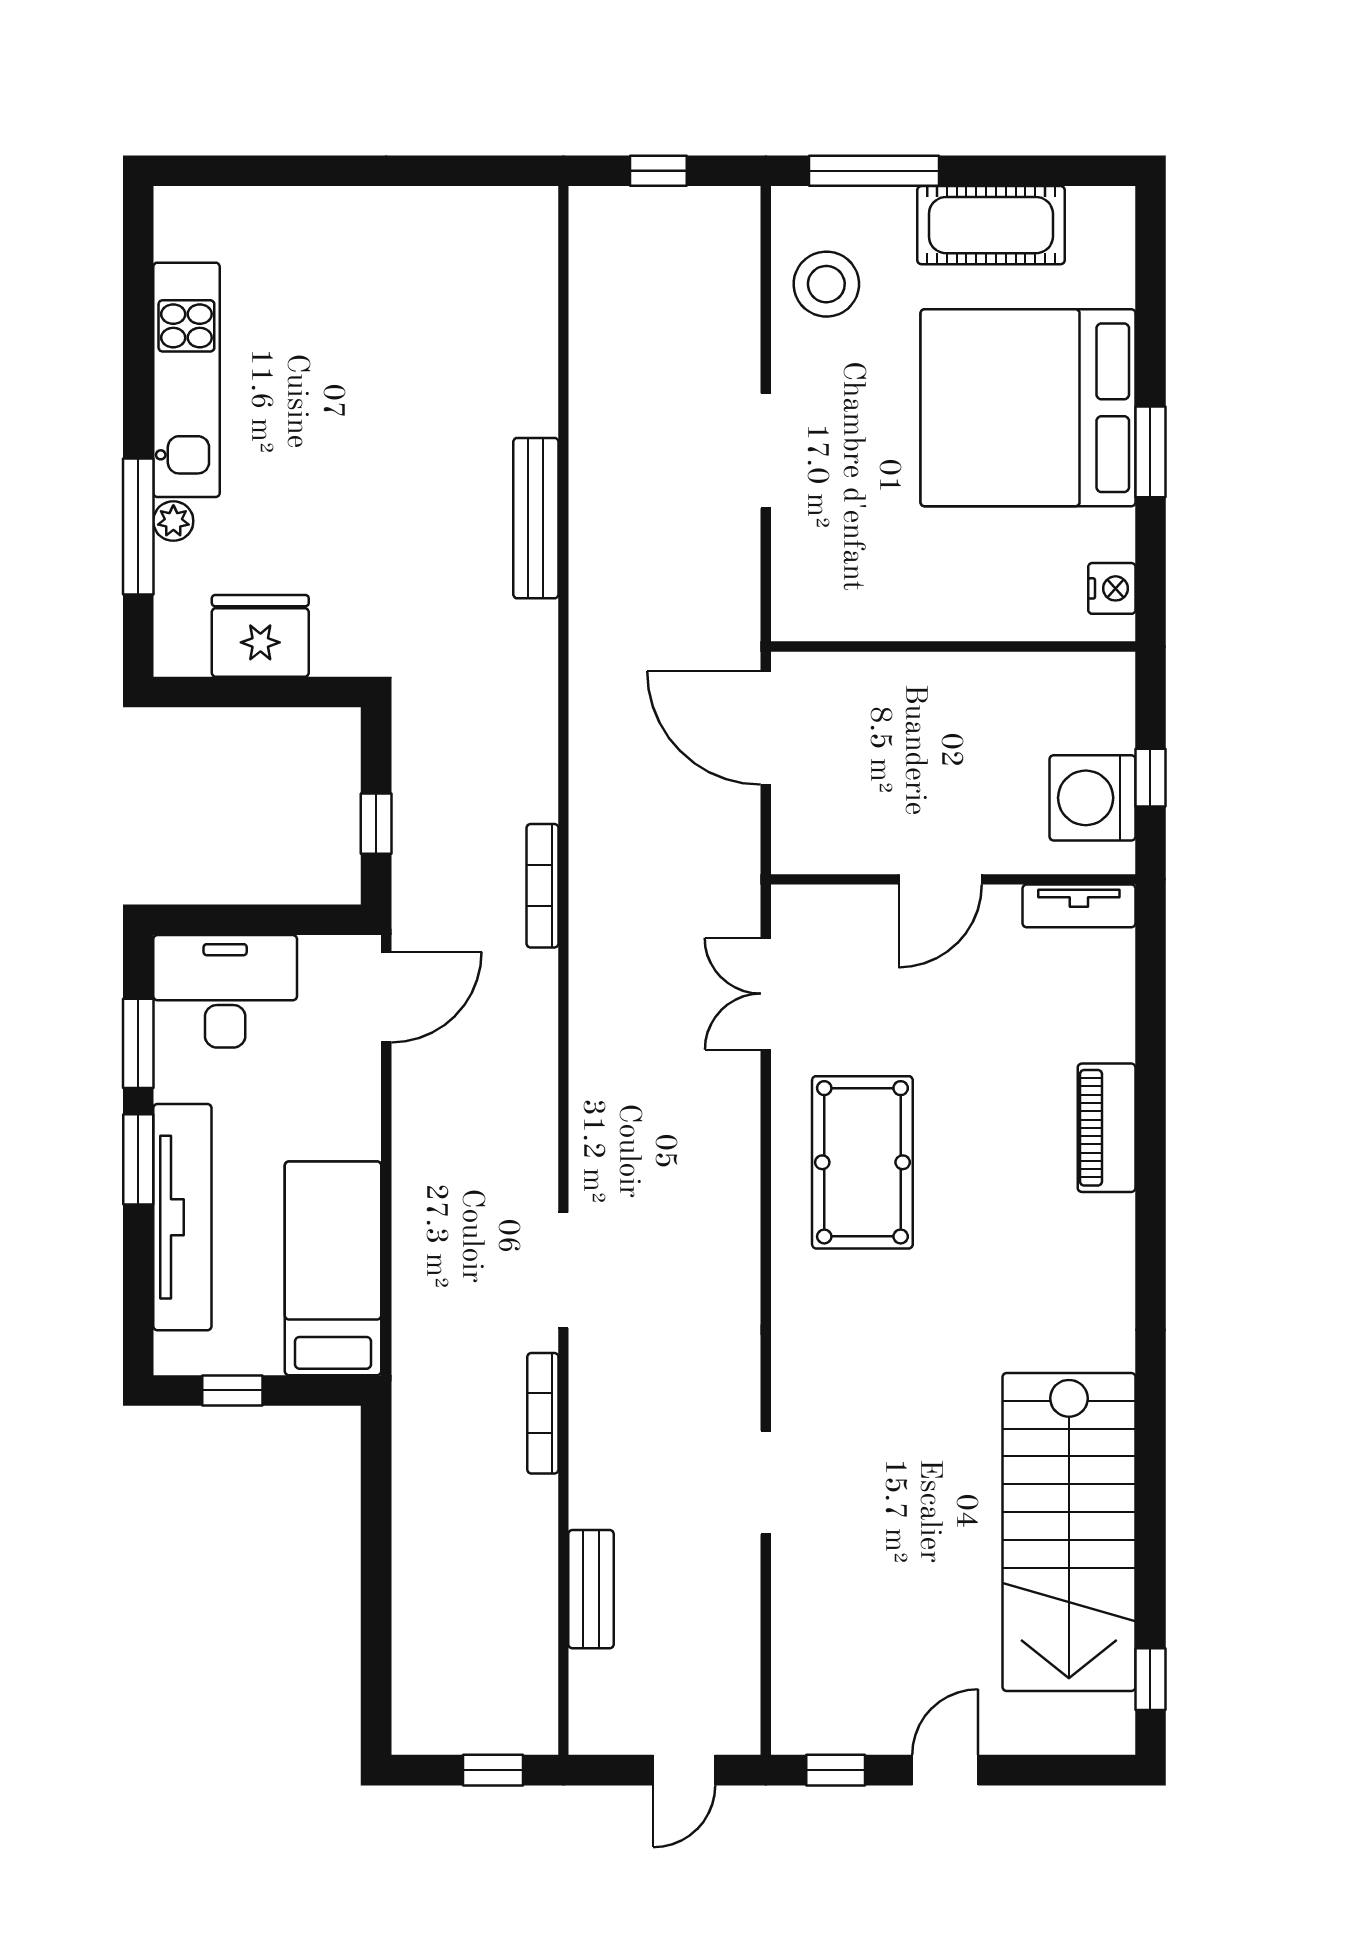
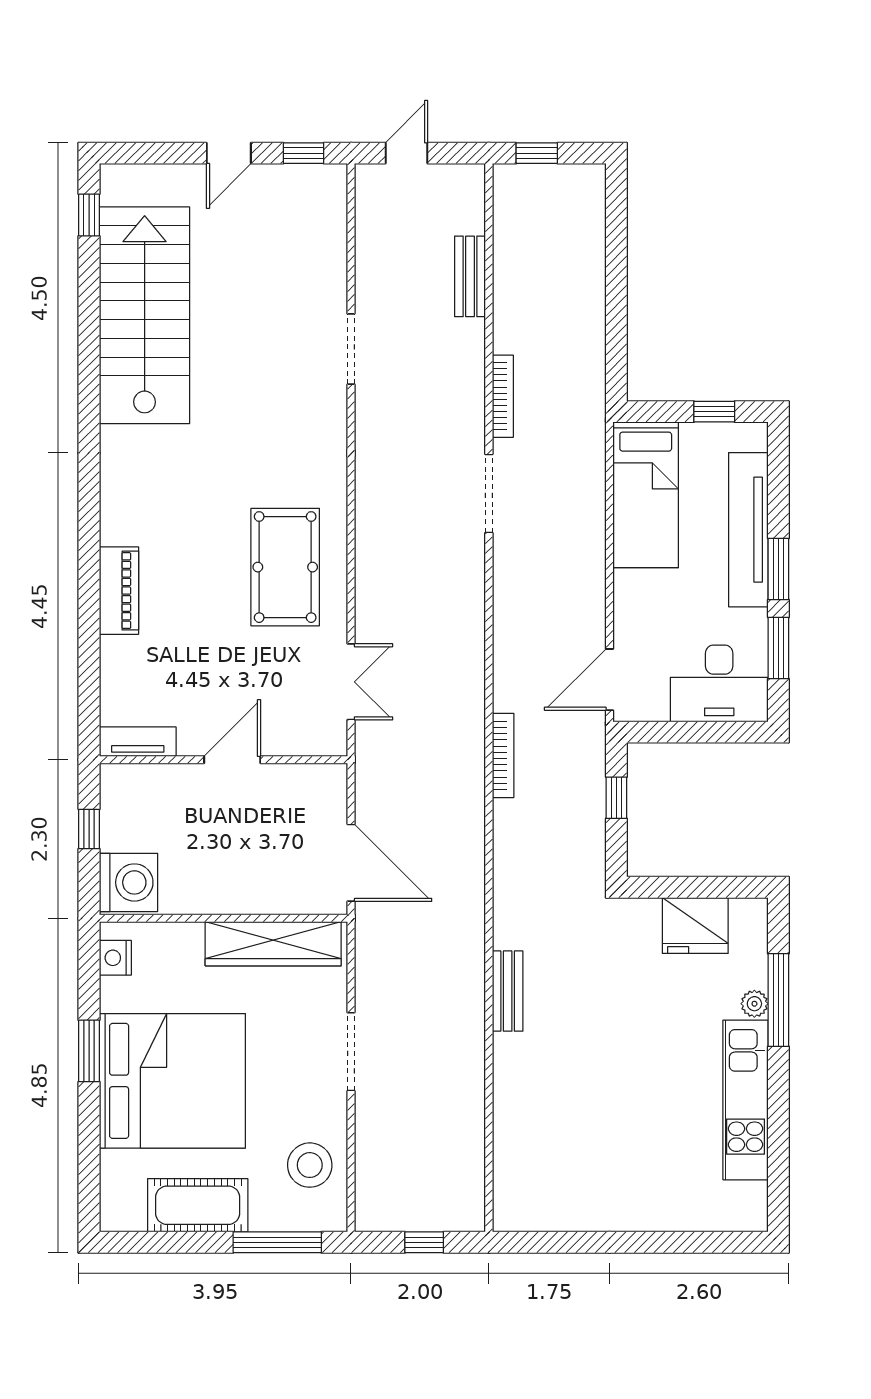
bench: (536, 518) -> (508, 991), width x0.73
wardrobe: (880, 609) -> (273, 944), added
washing machine: (1092, 798) -> (129, 882), moved

